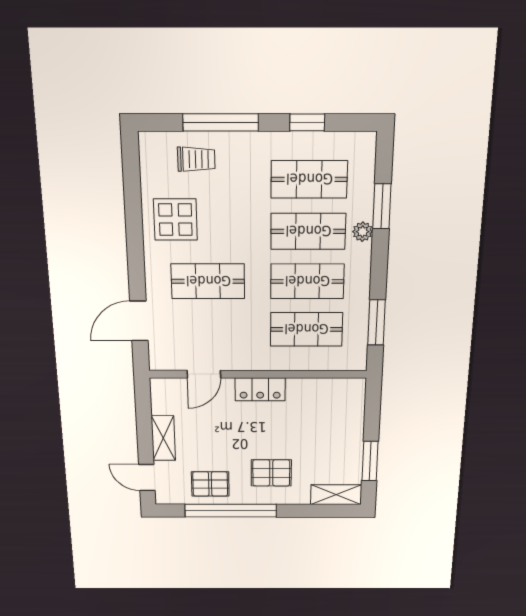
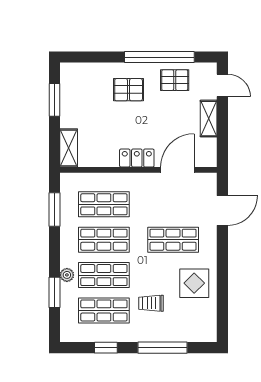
trolley: (196, 159) -> (151, 303), moved
door: (204, 374) -> (177, 170), width x1.38
shelving: (336, 495) -> (69, 148), moved, turned 90

